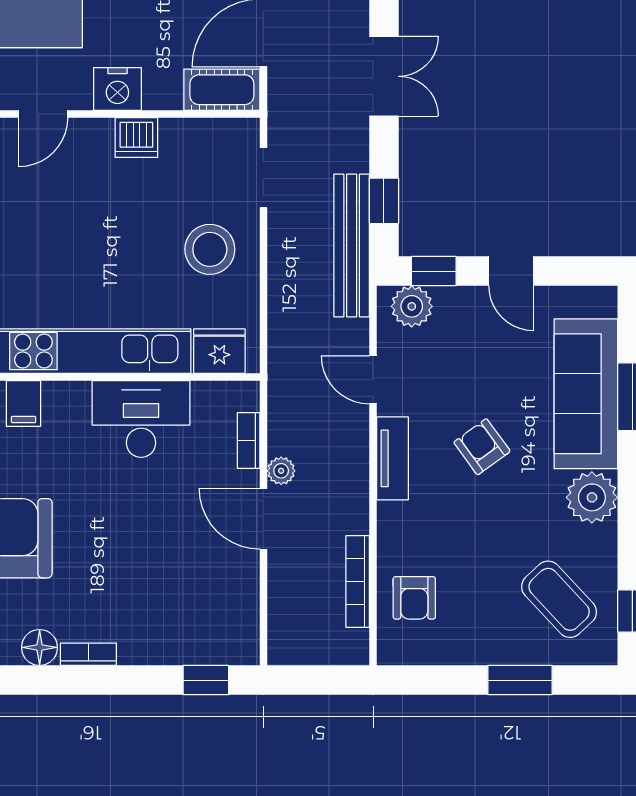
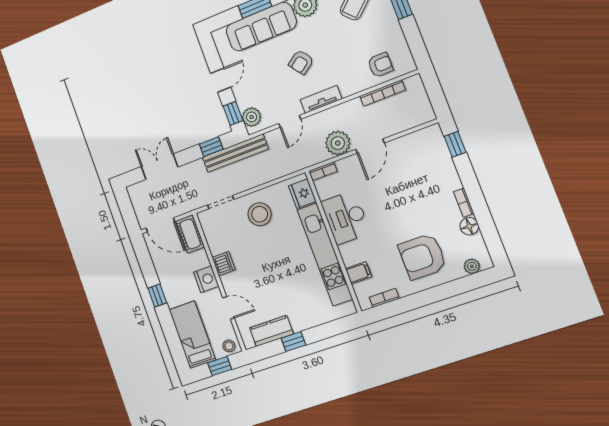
bookcase: (249, 441) -> (323, 171), moved
plant: (281, 471) -> (338, 143), width x1.88, depth x1.88

